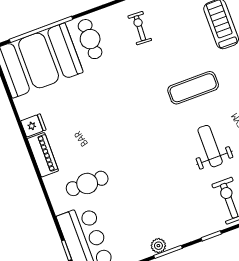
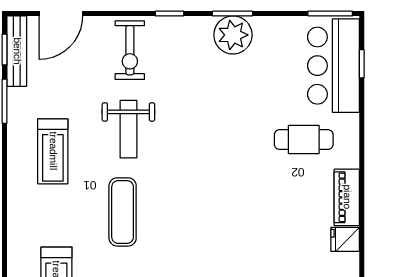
exercise mat: (193, 88) -> (123, 212), turned 90
plant: (158, 246) -> (233, 35), width x1.87, depth x1.87

